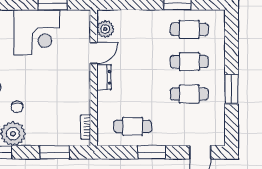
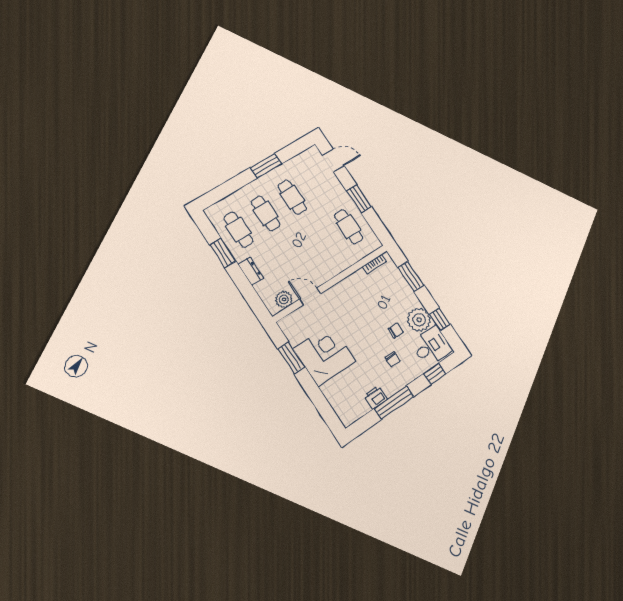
dresser: (104, 77) -> (251, 271), moved, turned 90

